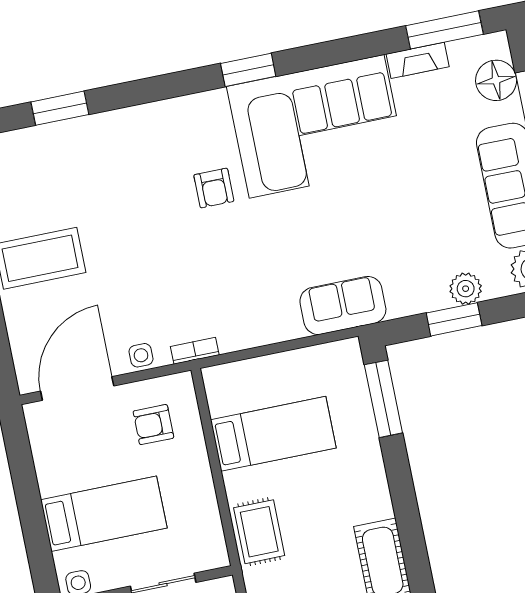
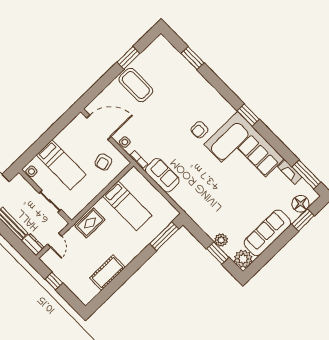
sofa: (343, 305) -> (162, 175), moved
window: (454, 319) -> (218, 253), moved
armchair: (153, 425) -> (103, 162), turned -105

